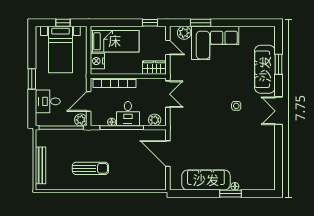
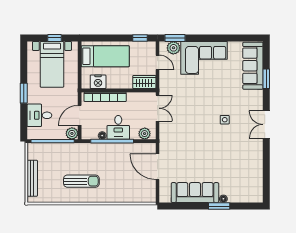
window: (201, 23) -> (175, 38), moved
nightstand: (97, 61) -> (98, 82), moved, turned -90
sofa: (265, 69) -> (253, 66), moved

